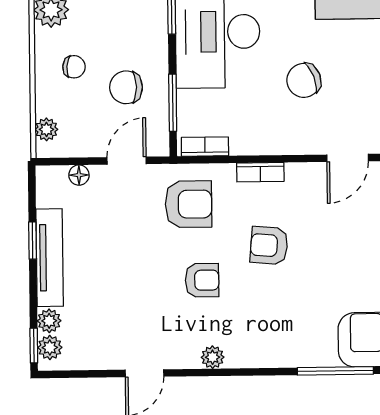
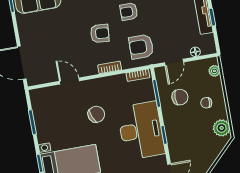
door: (348, 158) -> (69, 81), hinge flipped

